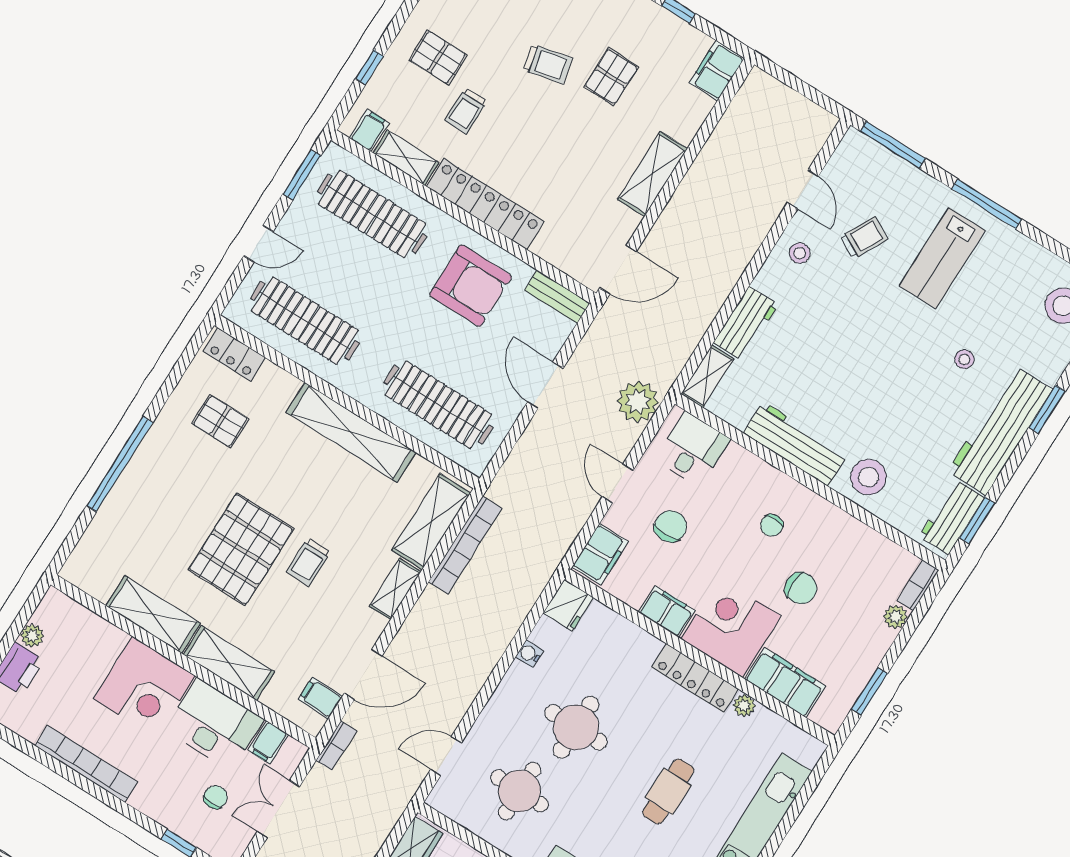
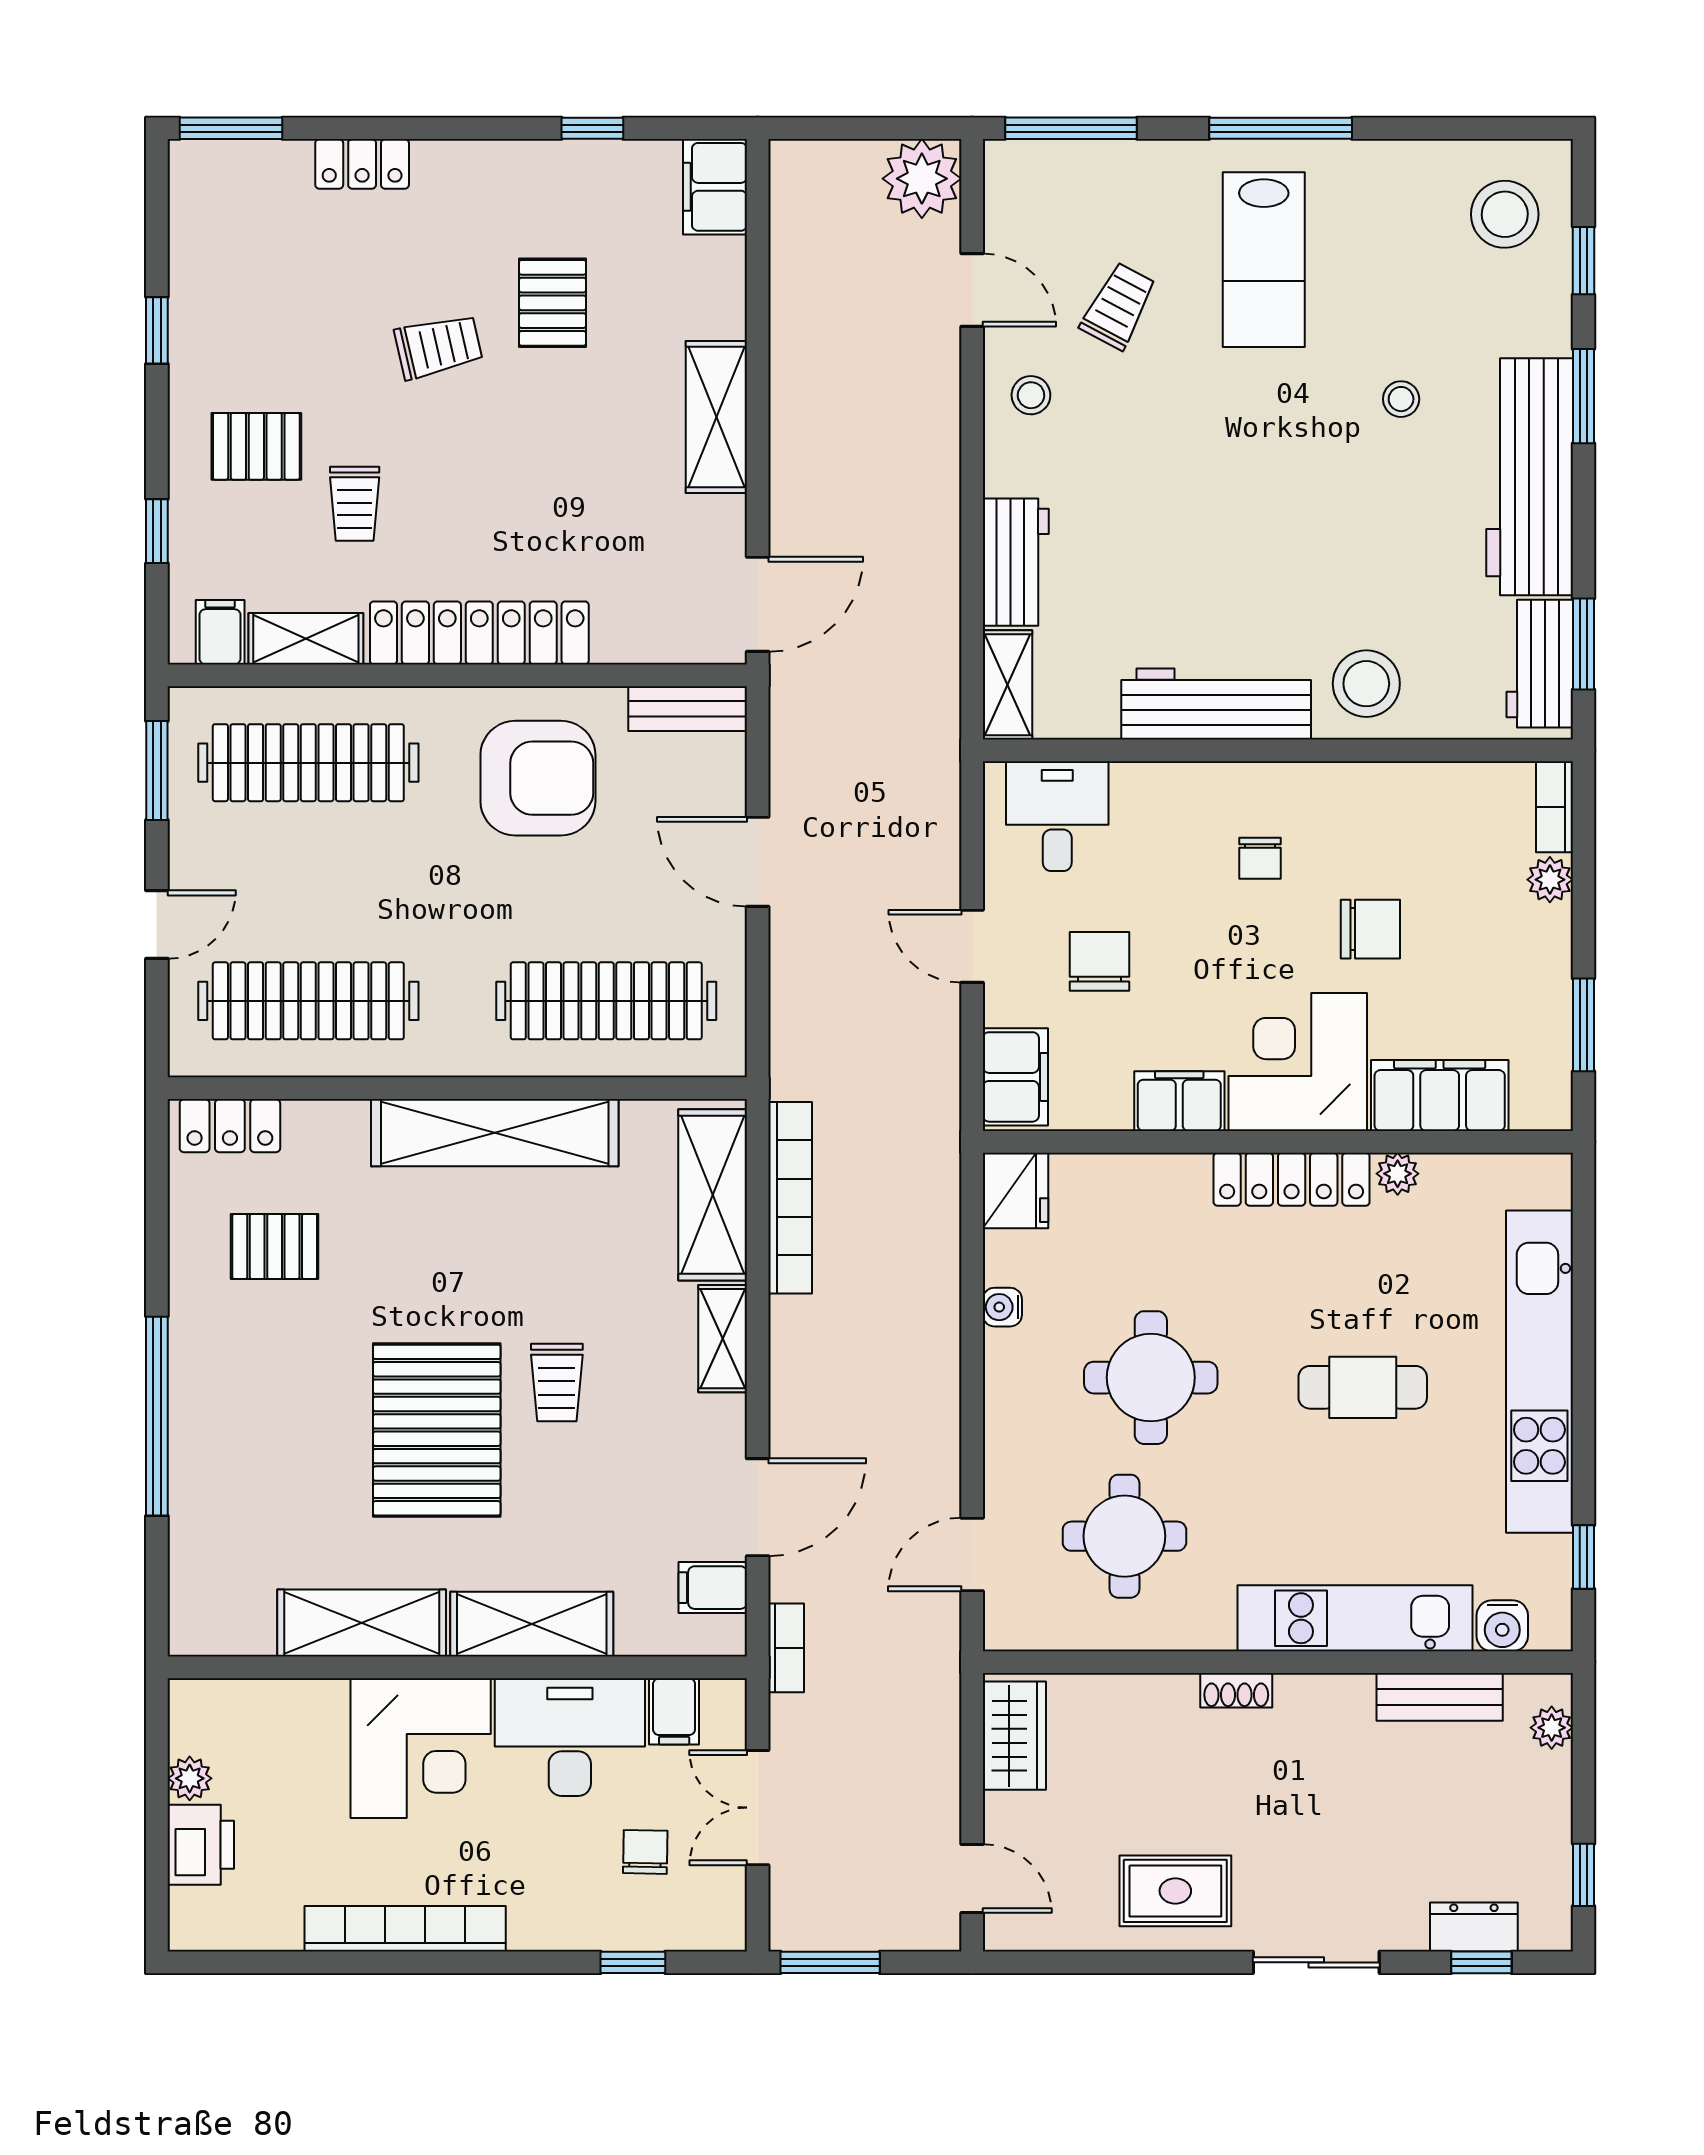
plant: (638, 402) -> (922, 179), moved
cafe table: (668, 791) -> (1363, 1387), turned 90

